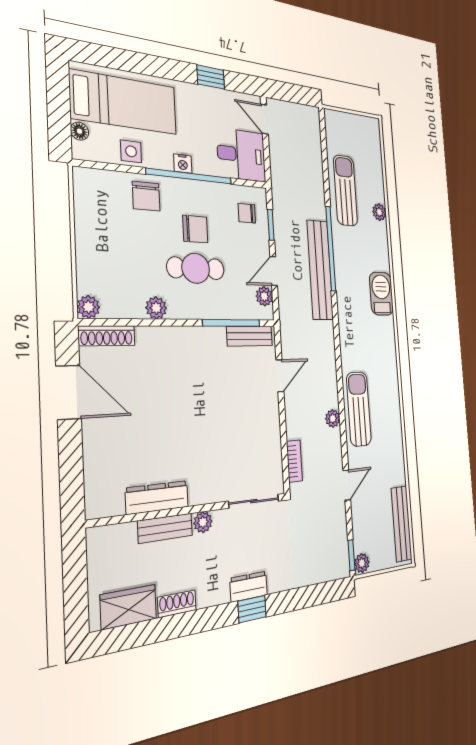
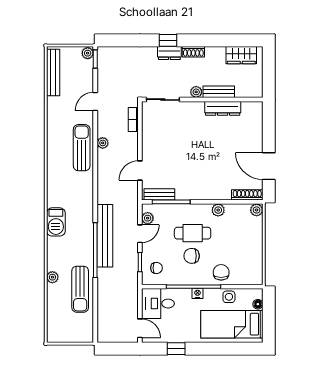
sun lounger: (359, 409) -> (82, 148), turned 180
shoe rack: (177, 604) -> (193, 52), moved

